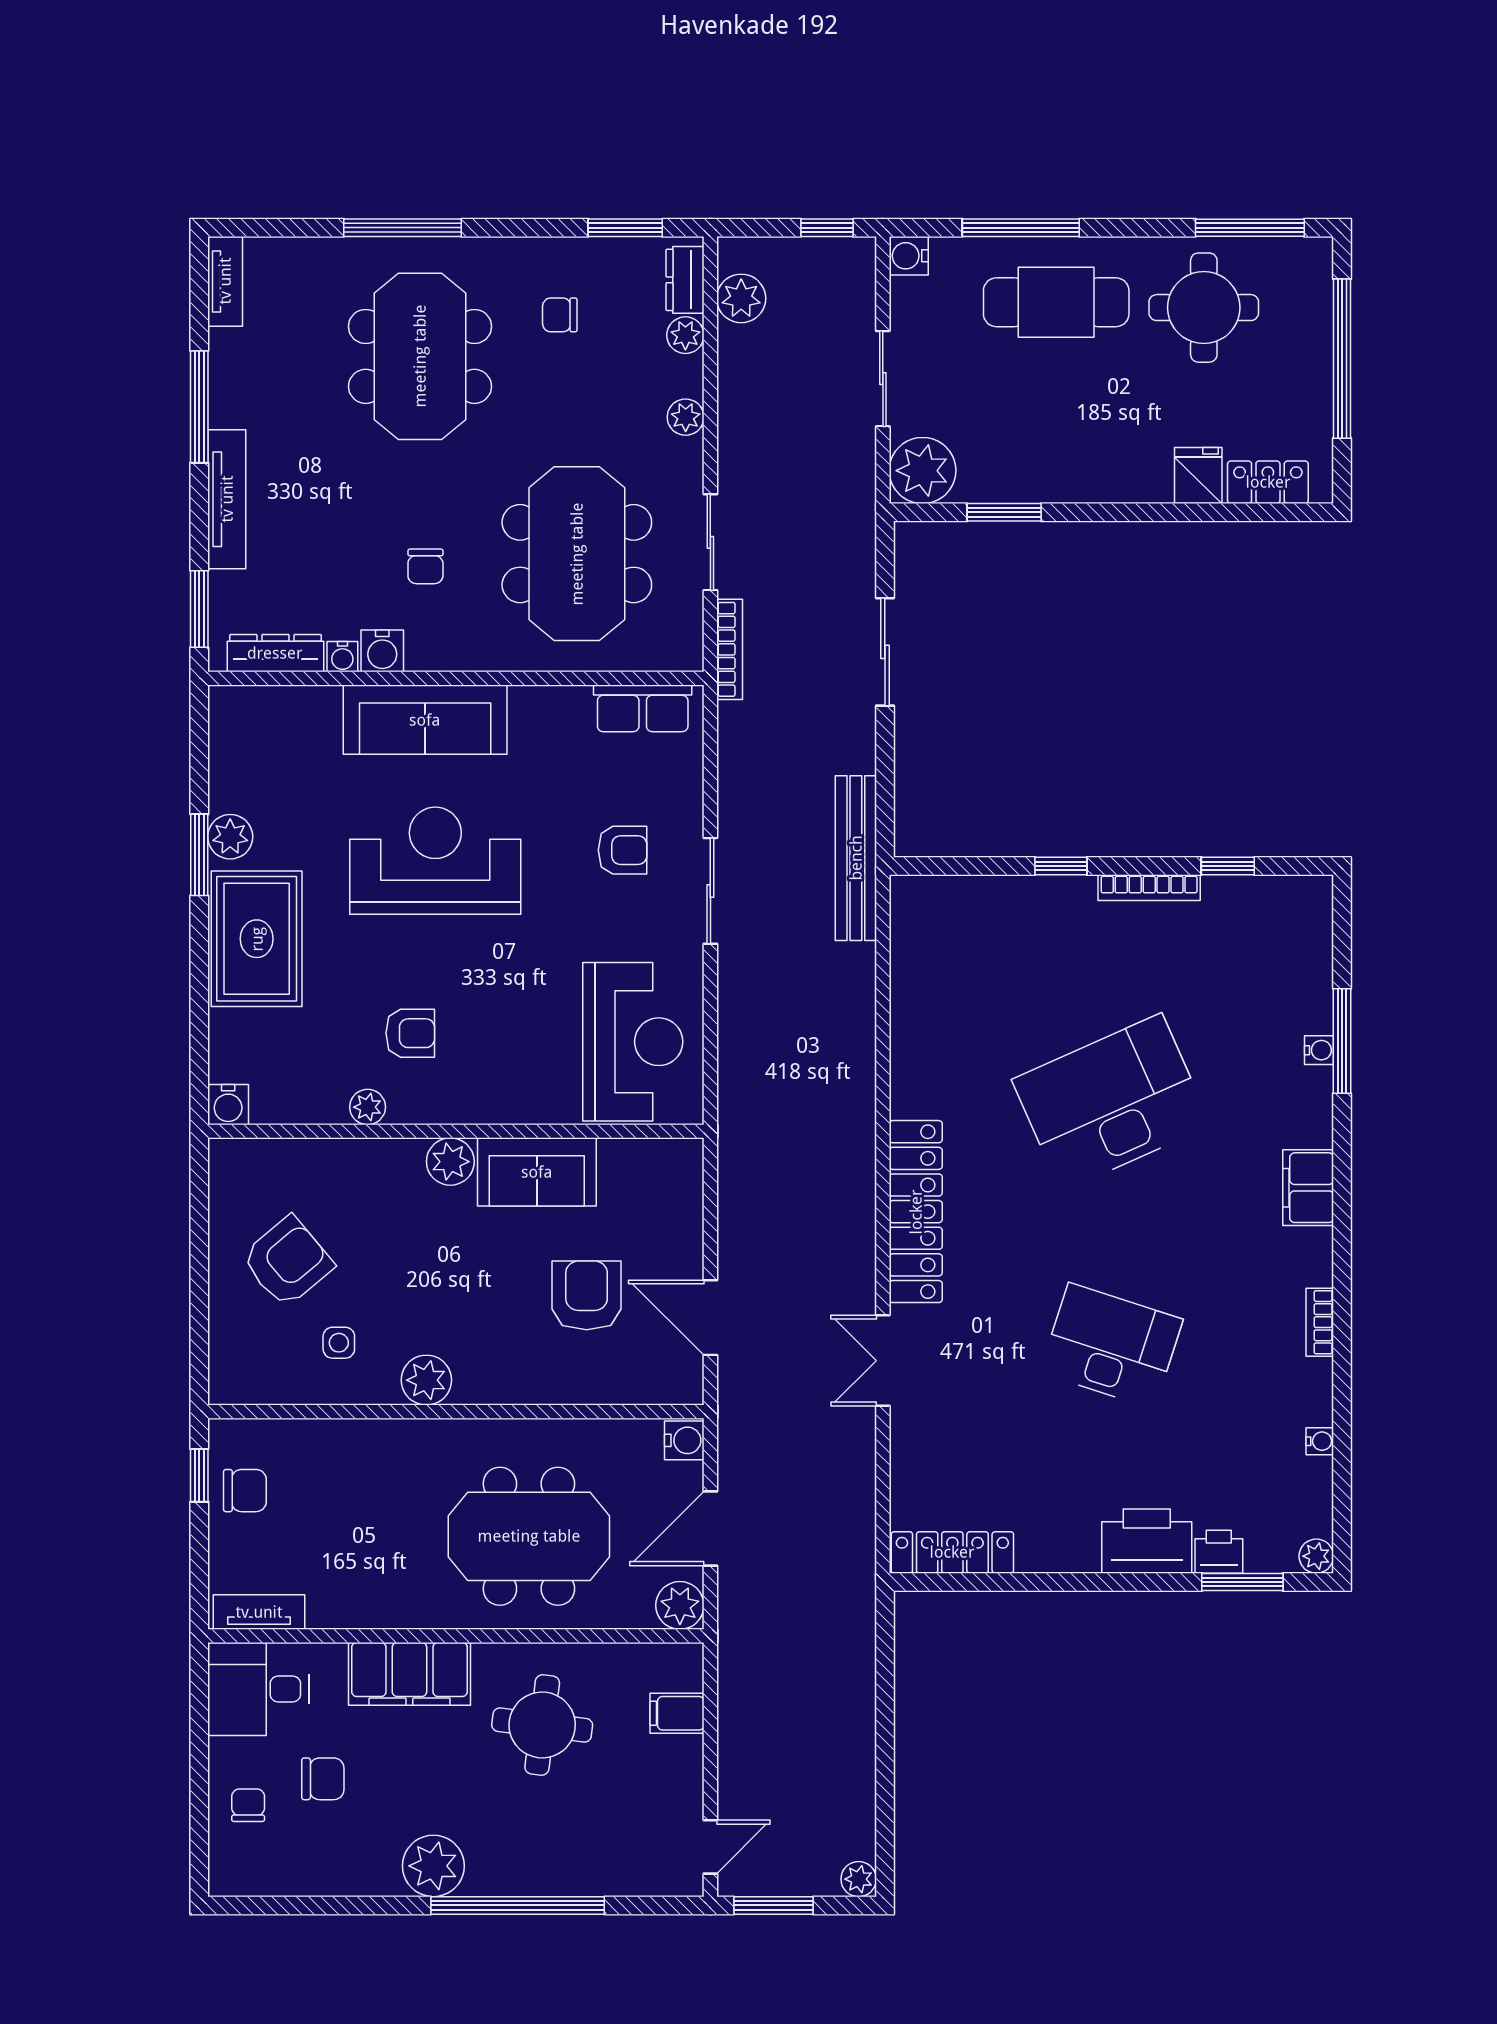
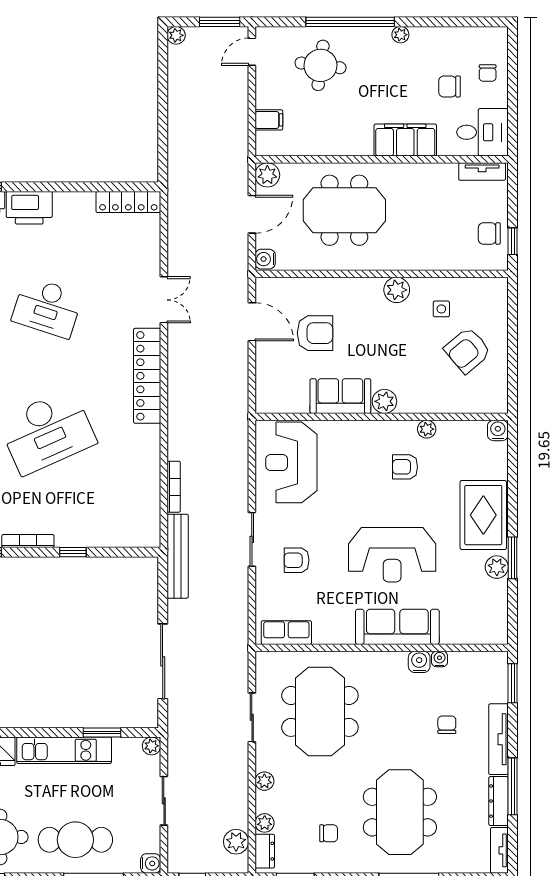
plant: (923, 471) -> (151, 746), width x0.53, depth x0.53
kitchen unit: (1078, 478) -> (64, 750), added
chair: (425, 566) -> (447, 725), moved
bookcase: (730, 649) -> (174, 487), moved, turned 180
sliding door: (885, 652) -> (163, 661), width x1.37
dresser: (275, 653) -> (499, 801), moved, turned 90
armchair: (587, 1295) -> (315, 333), turned -90
round table: (542, 1725) -> (321, 65), moved
plant: (433, 1866) -> (400, 35), width x0.53, depth x0.53

